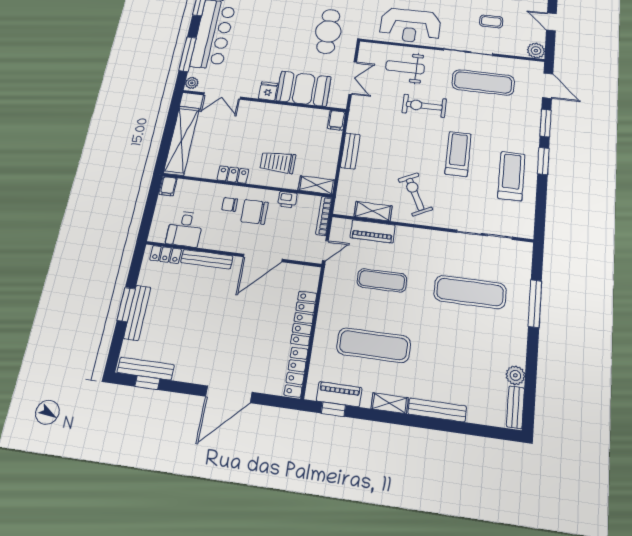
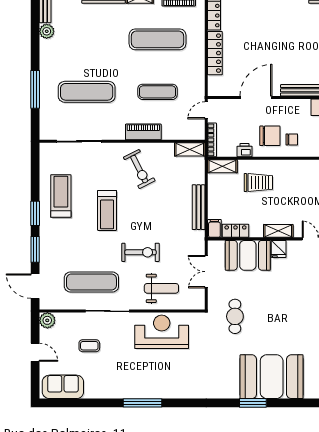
cafe table: (328, 31) -> (235, 316), width x0.73, depth x0.74
shelving: (265, 109) -> (278, 231), added
bench: (350, 151) -> (199, 207), width x1.36
locker: (233, 175) -> (235, 231), moved, turned 180
treadmill: (511, 176) -> (61, 196), turned 180
shelving: (373, 211) -> (190, 149), moved
piano: (373, 231) -> (143, 132), moved

